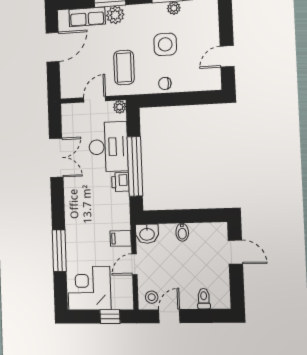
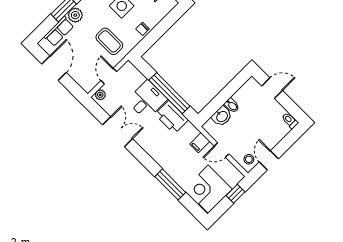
plant: (120, 107) -> (100, 95), moved
desk: (108, 147) -> (147, 100), width x0.73
printer: (120, 182) -> (172, 117), width x1.87, depth x1.48
washbasin: (147, 234) -> (222, 116), moved
door: (134, 264) -> (222, 150), hinge flipped
toilet: (204, 299) -> (290, 120), moved

